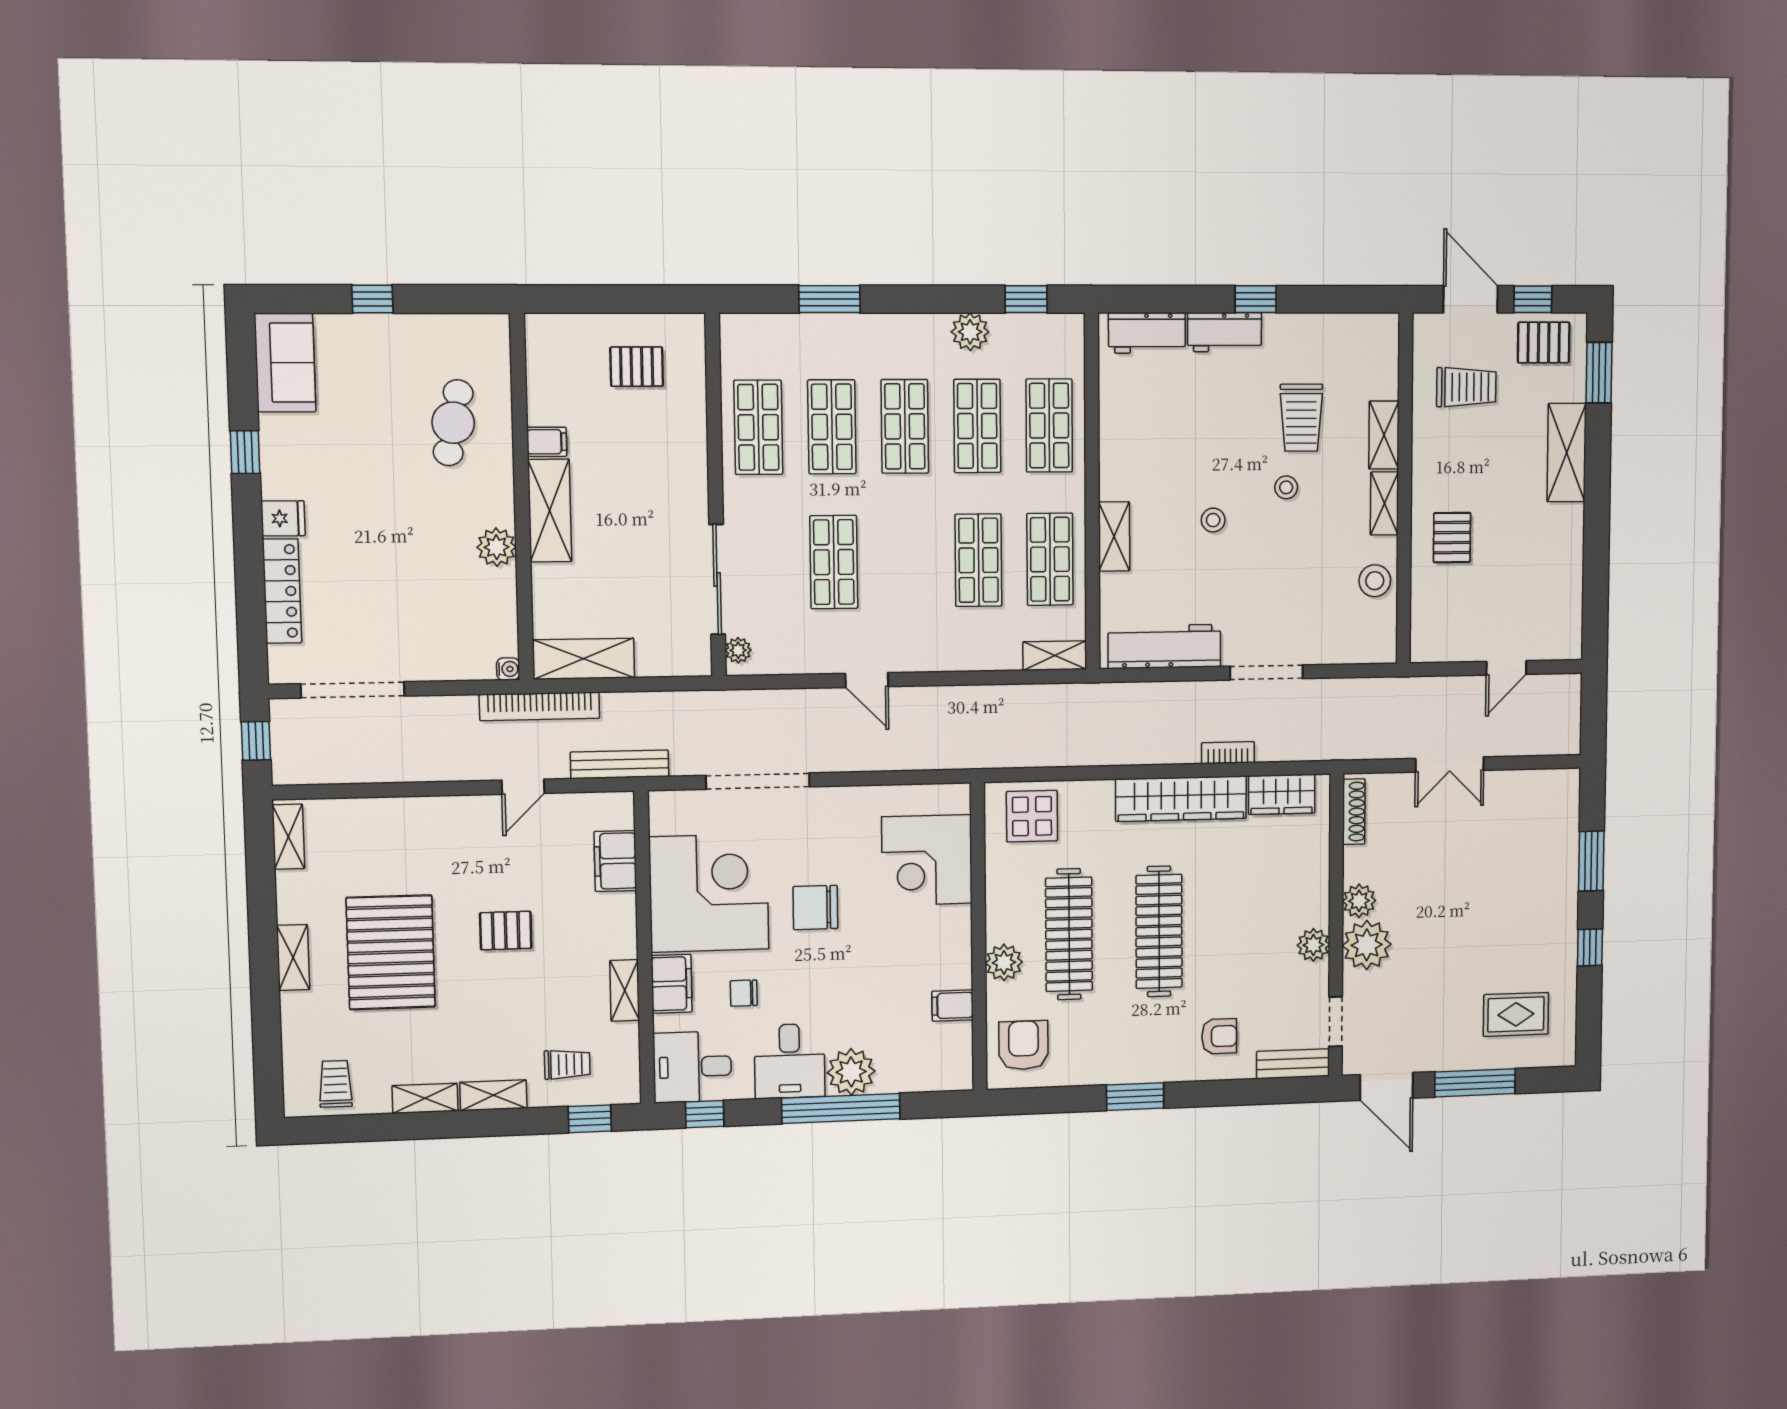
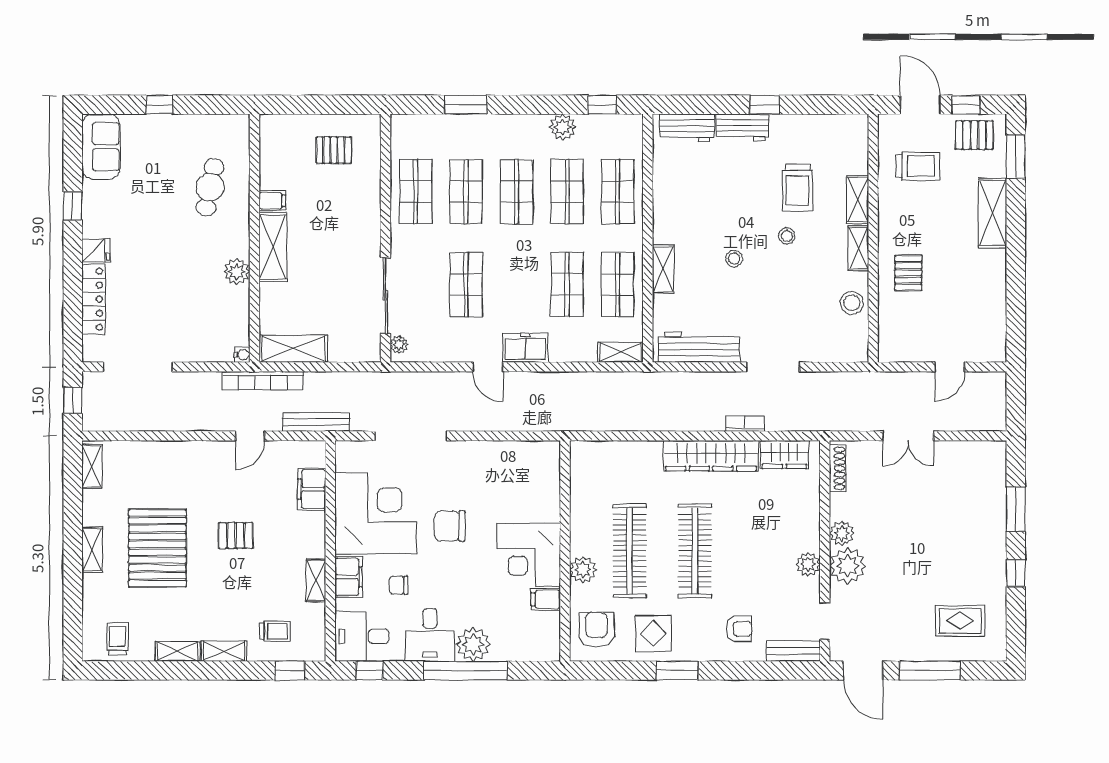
freezer: (920, 652) -> (525, 348), added
display table: (1032, 816) -> (653, 634), moved
corner desk: (927, 860) -> (529, 555), moved

